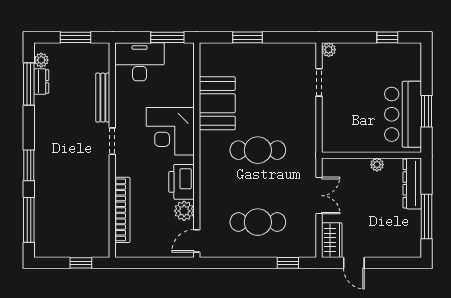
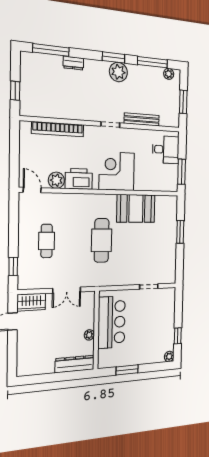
plant: (329, 50) -> (169, 356), moved
desk: (140, 62) -> (166, 150), width x0.73
dresser: (41, 82) -> (73, 63), moved
bar counter: (403, 114) -> (112, 322), moved, turned 90
plant: (46, 131) -> (118, 72), added
window: (29, 165) -> (114, 58), moved
window: (427, 217) -> (49, 378), removed
cafe table: (258, 222) -> (47, 241), width x0.73, depth x0.74

